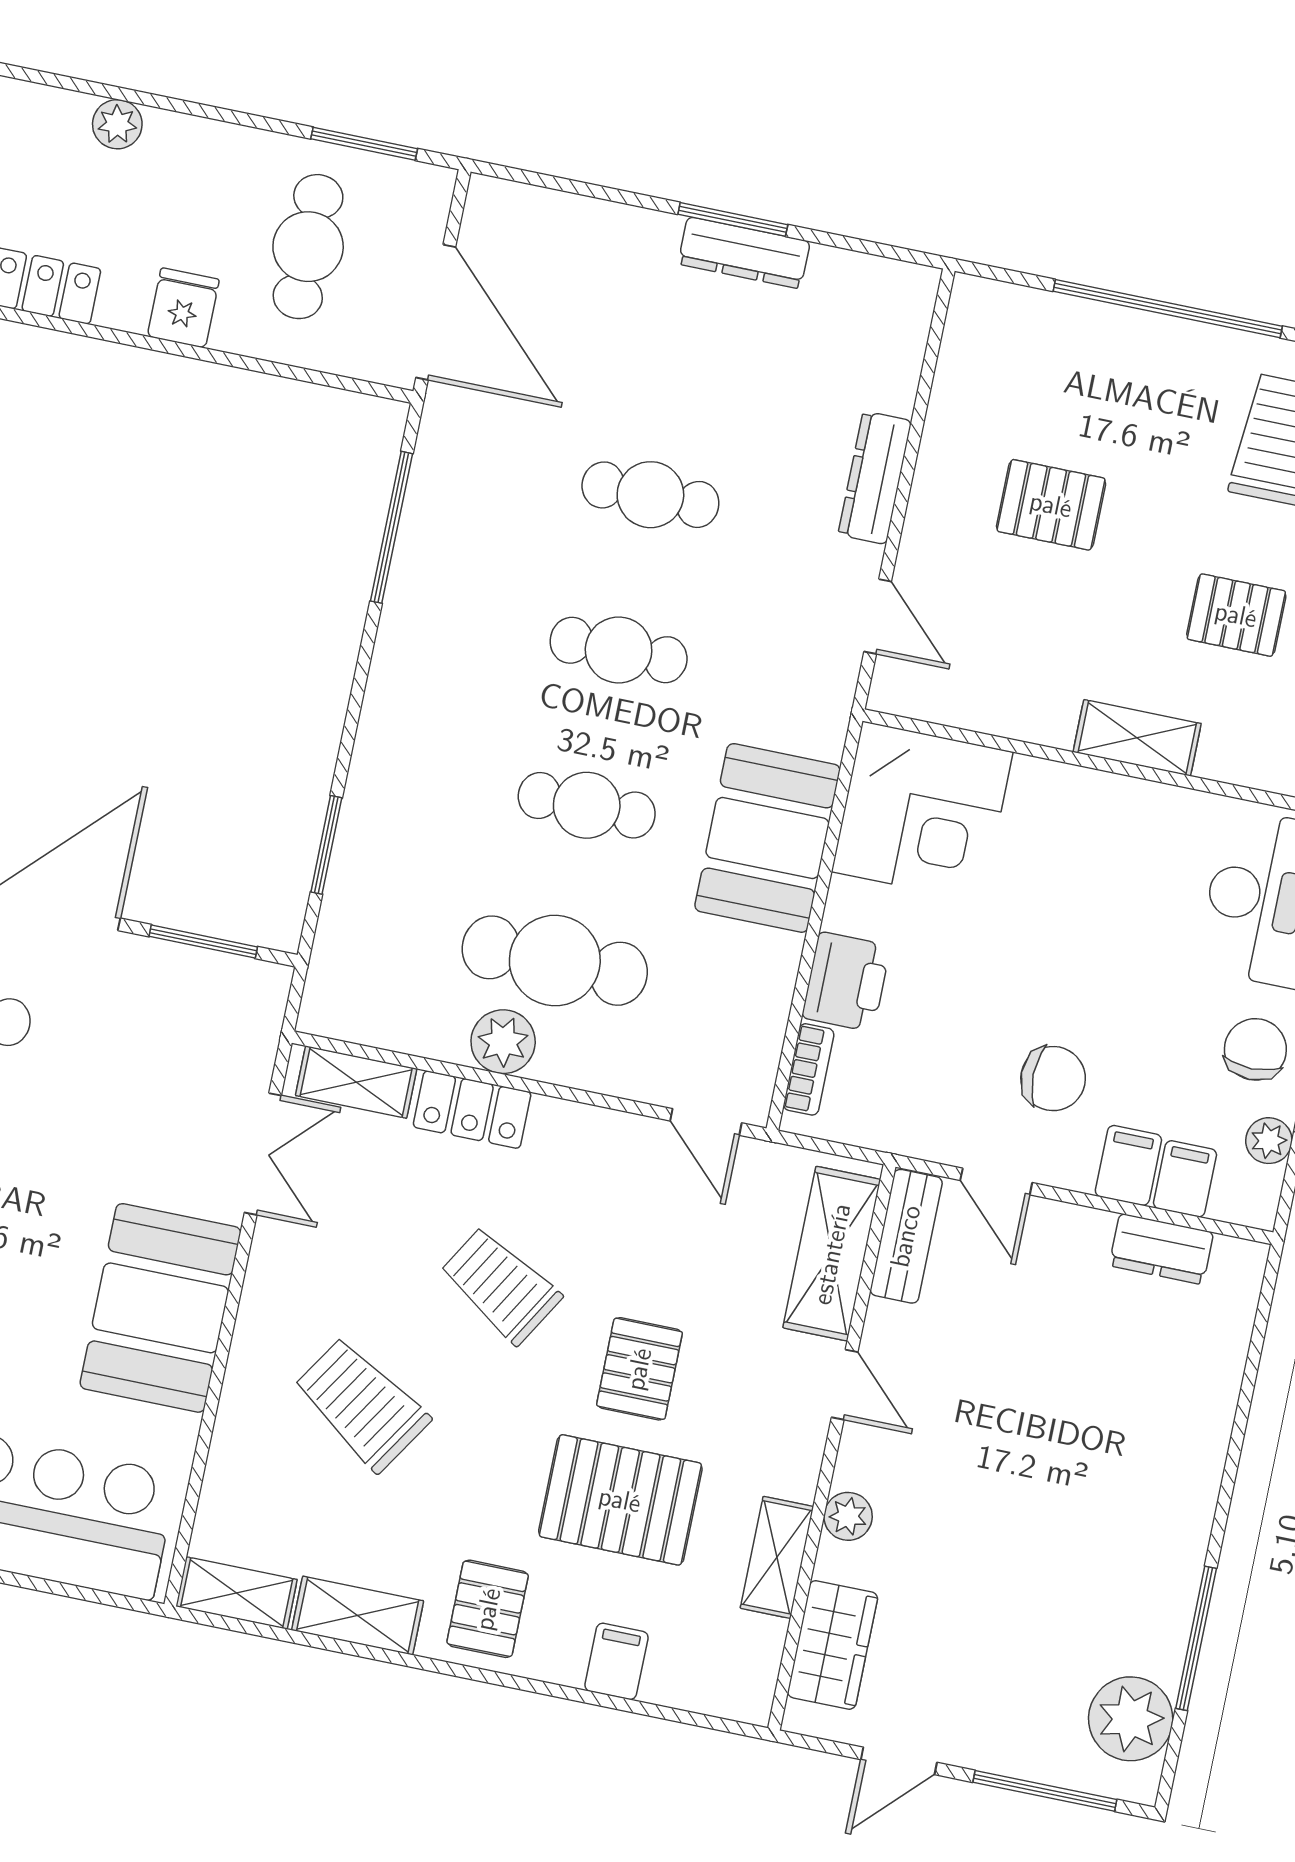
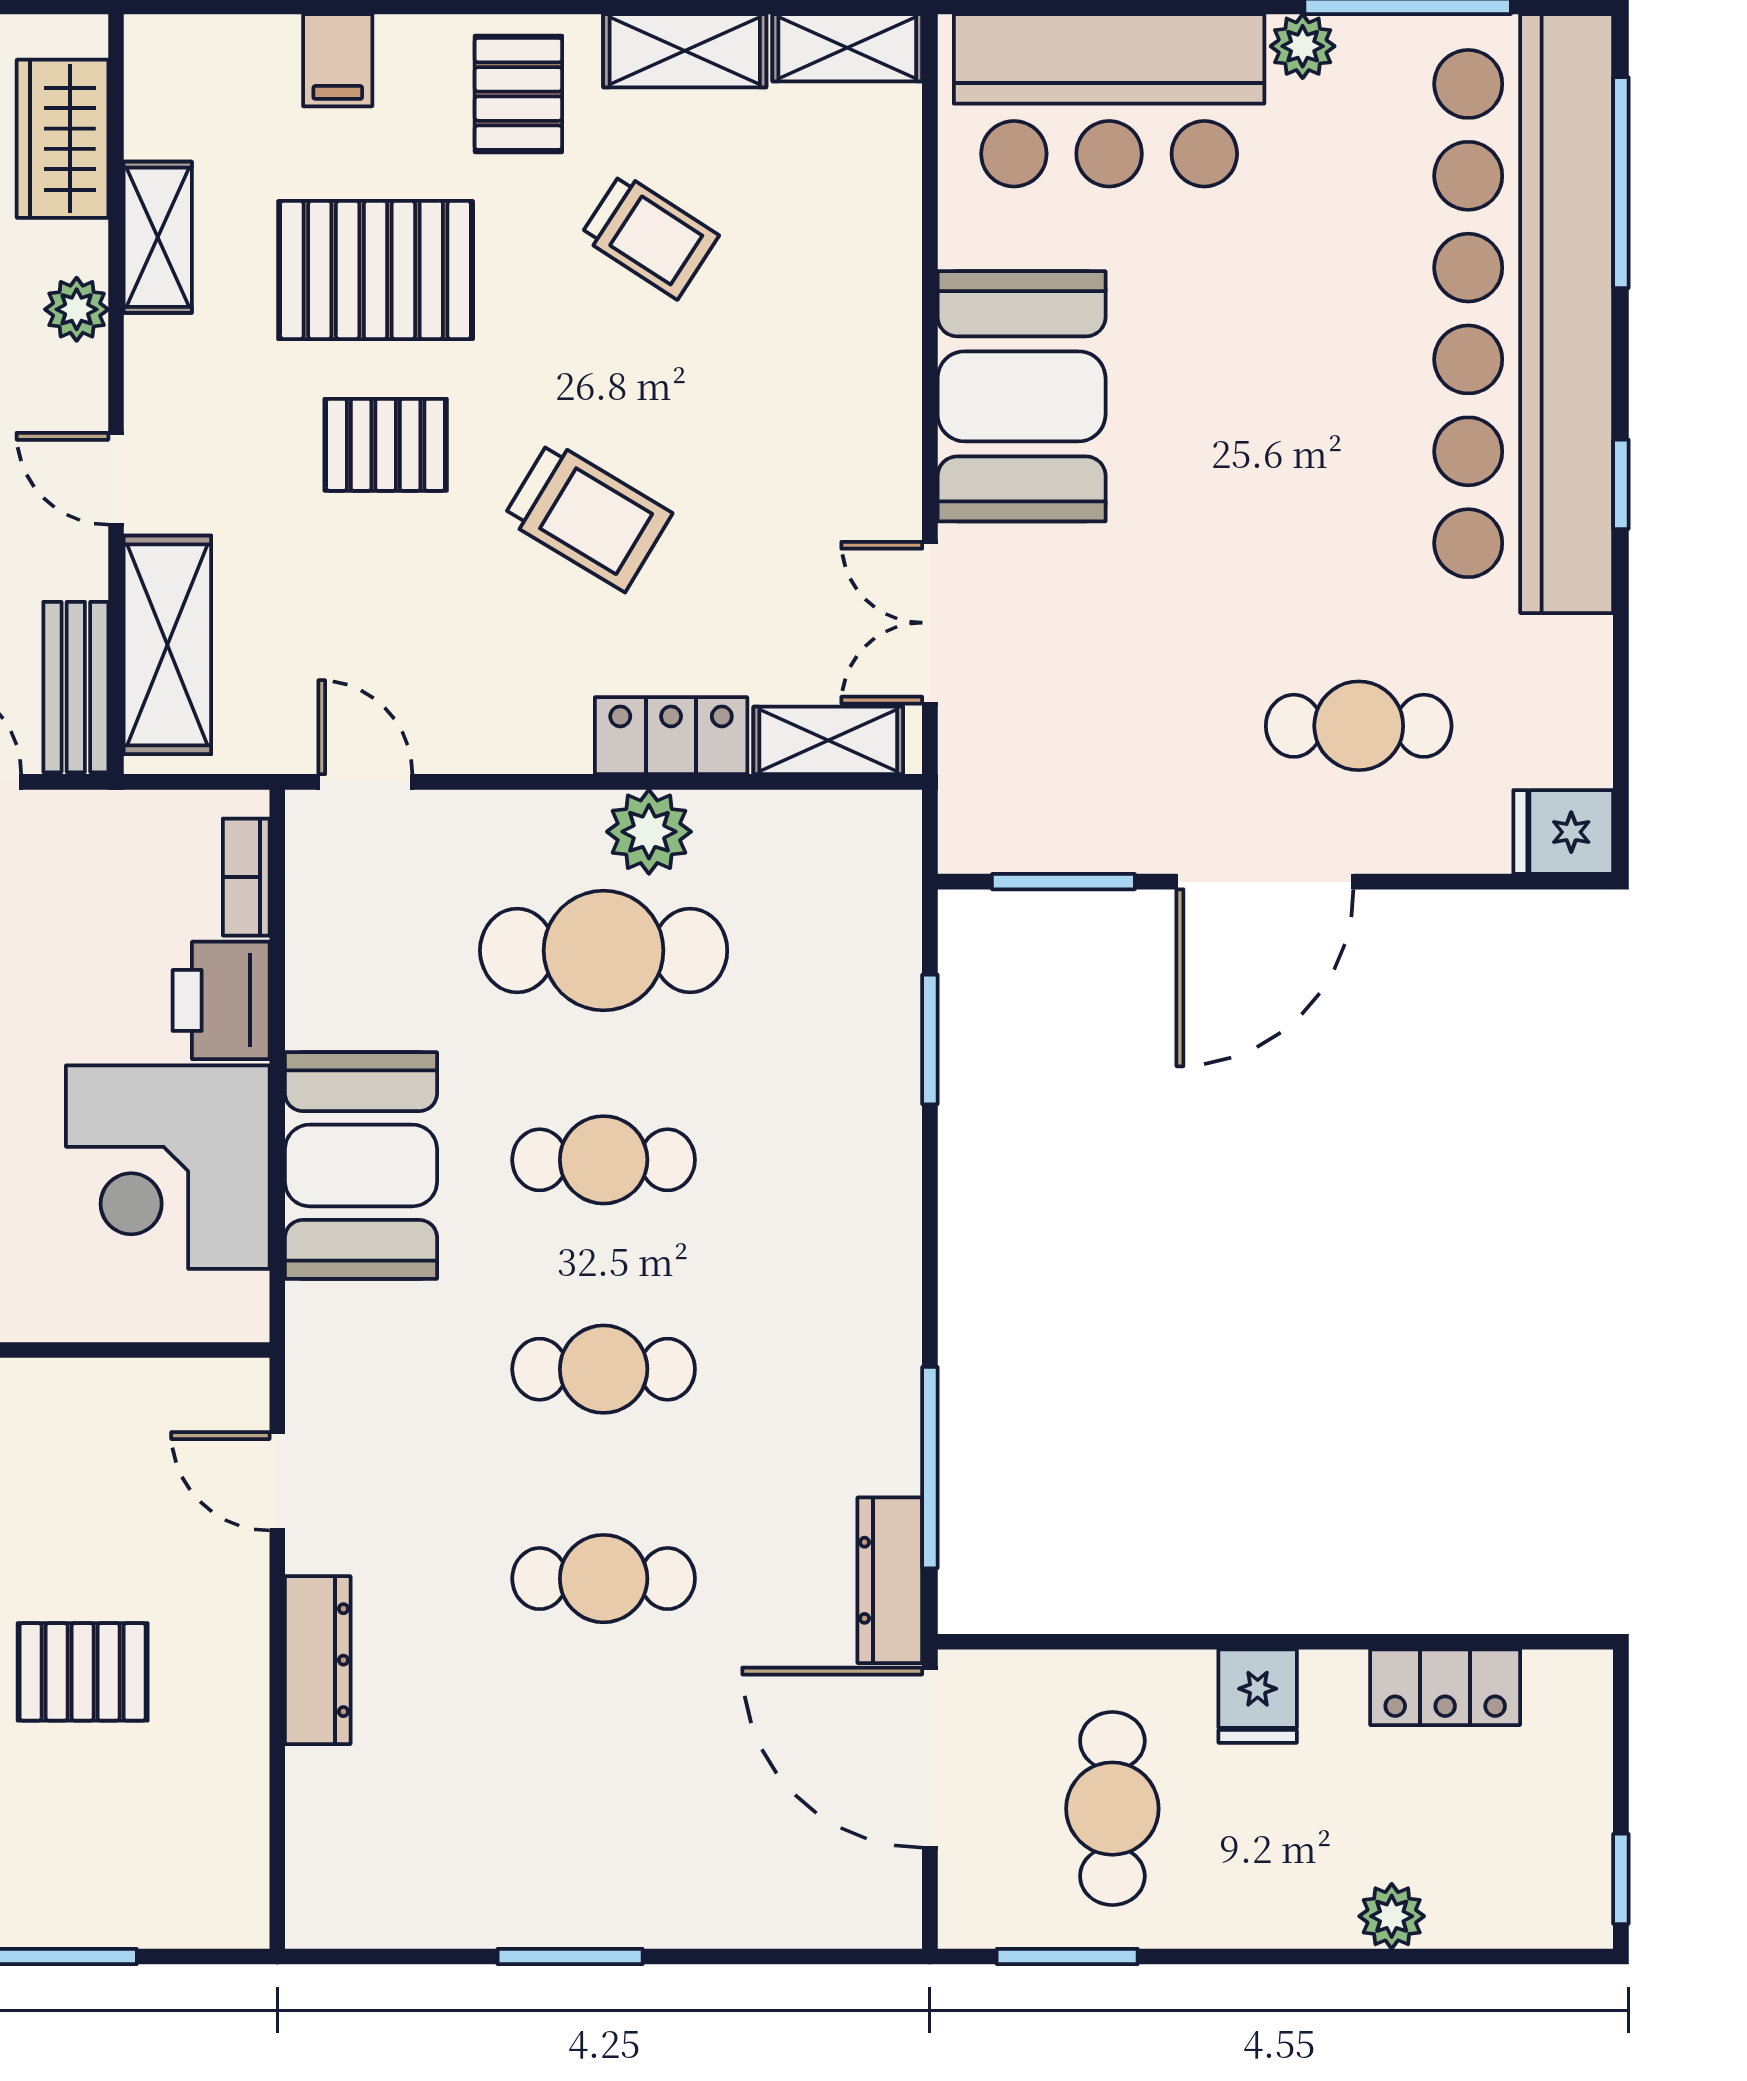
dresser: (744, 253) -> (890, 1580), moved, turned -90
corner desk: (922, 812) -> (168, 1167), moved, turned -90
pallet: (639, 1369) -> (386, 445), turned 90
trolley: (362, 1404) -> (649, 236), moved, width x0.73, depth x0.72

